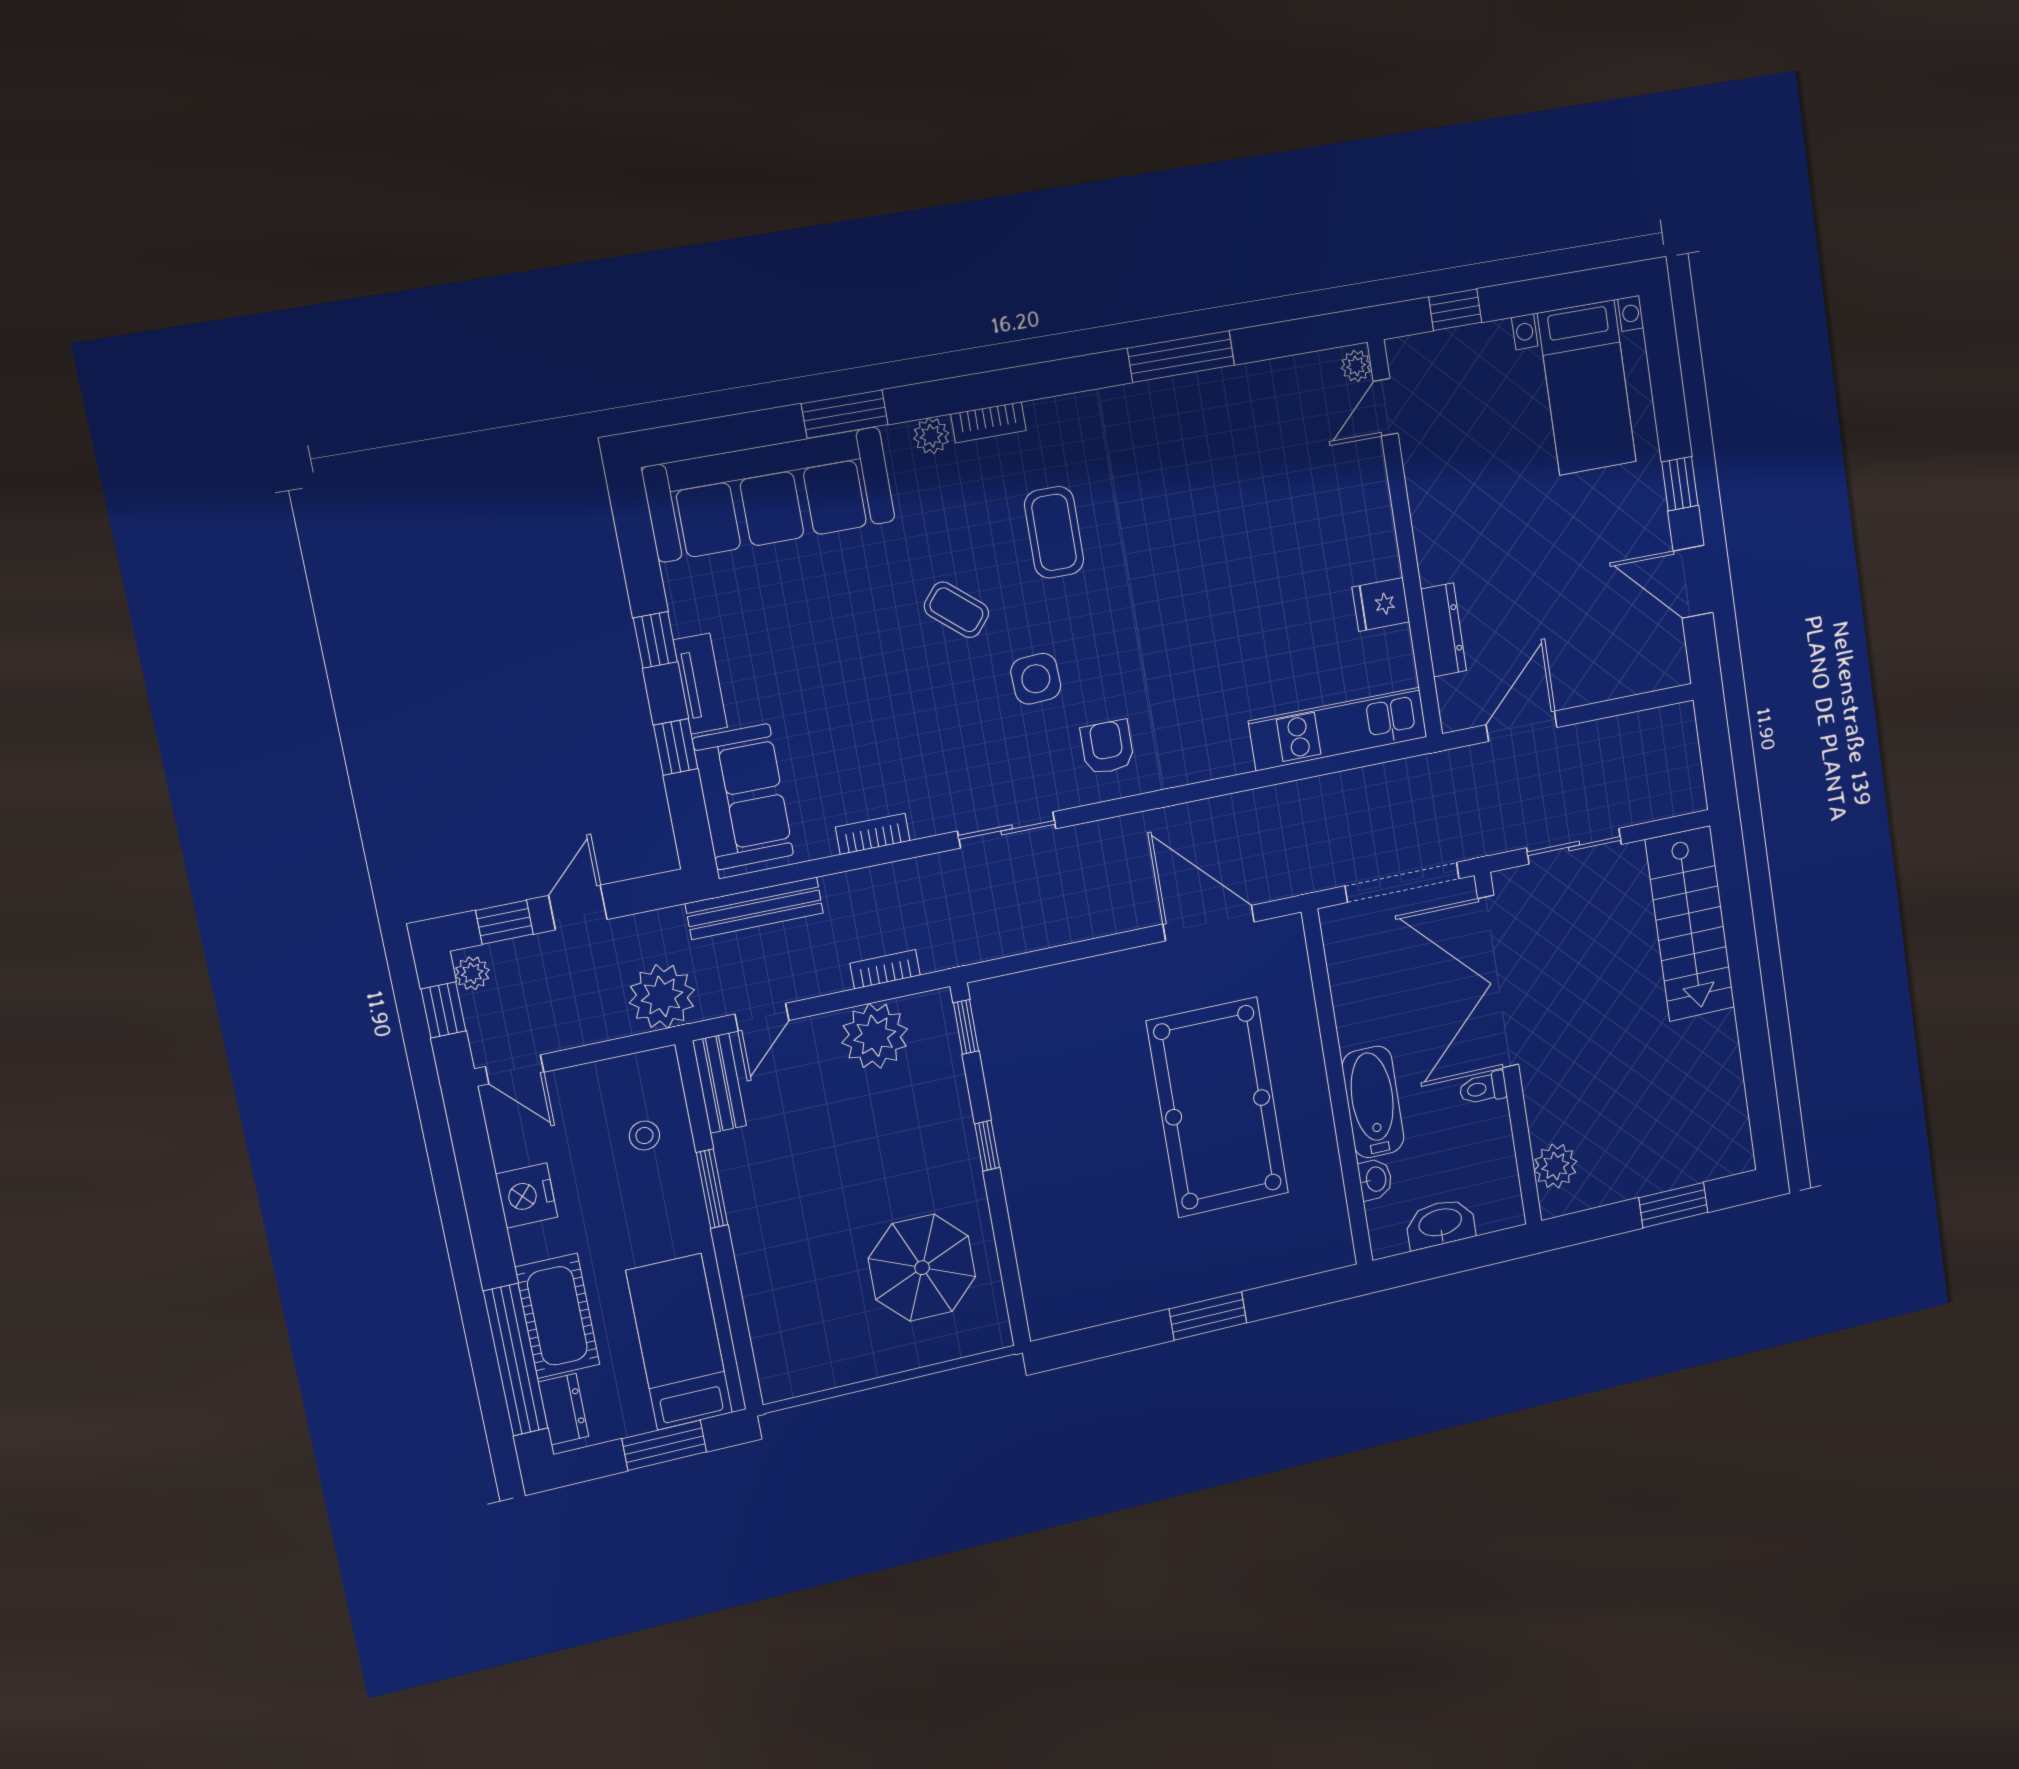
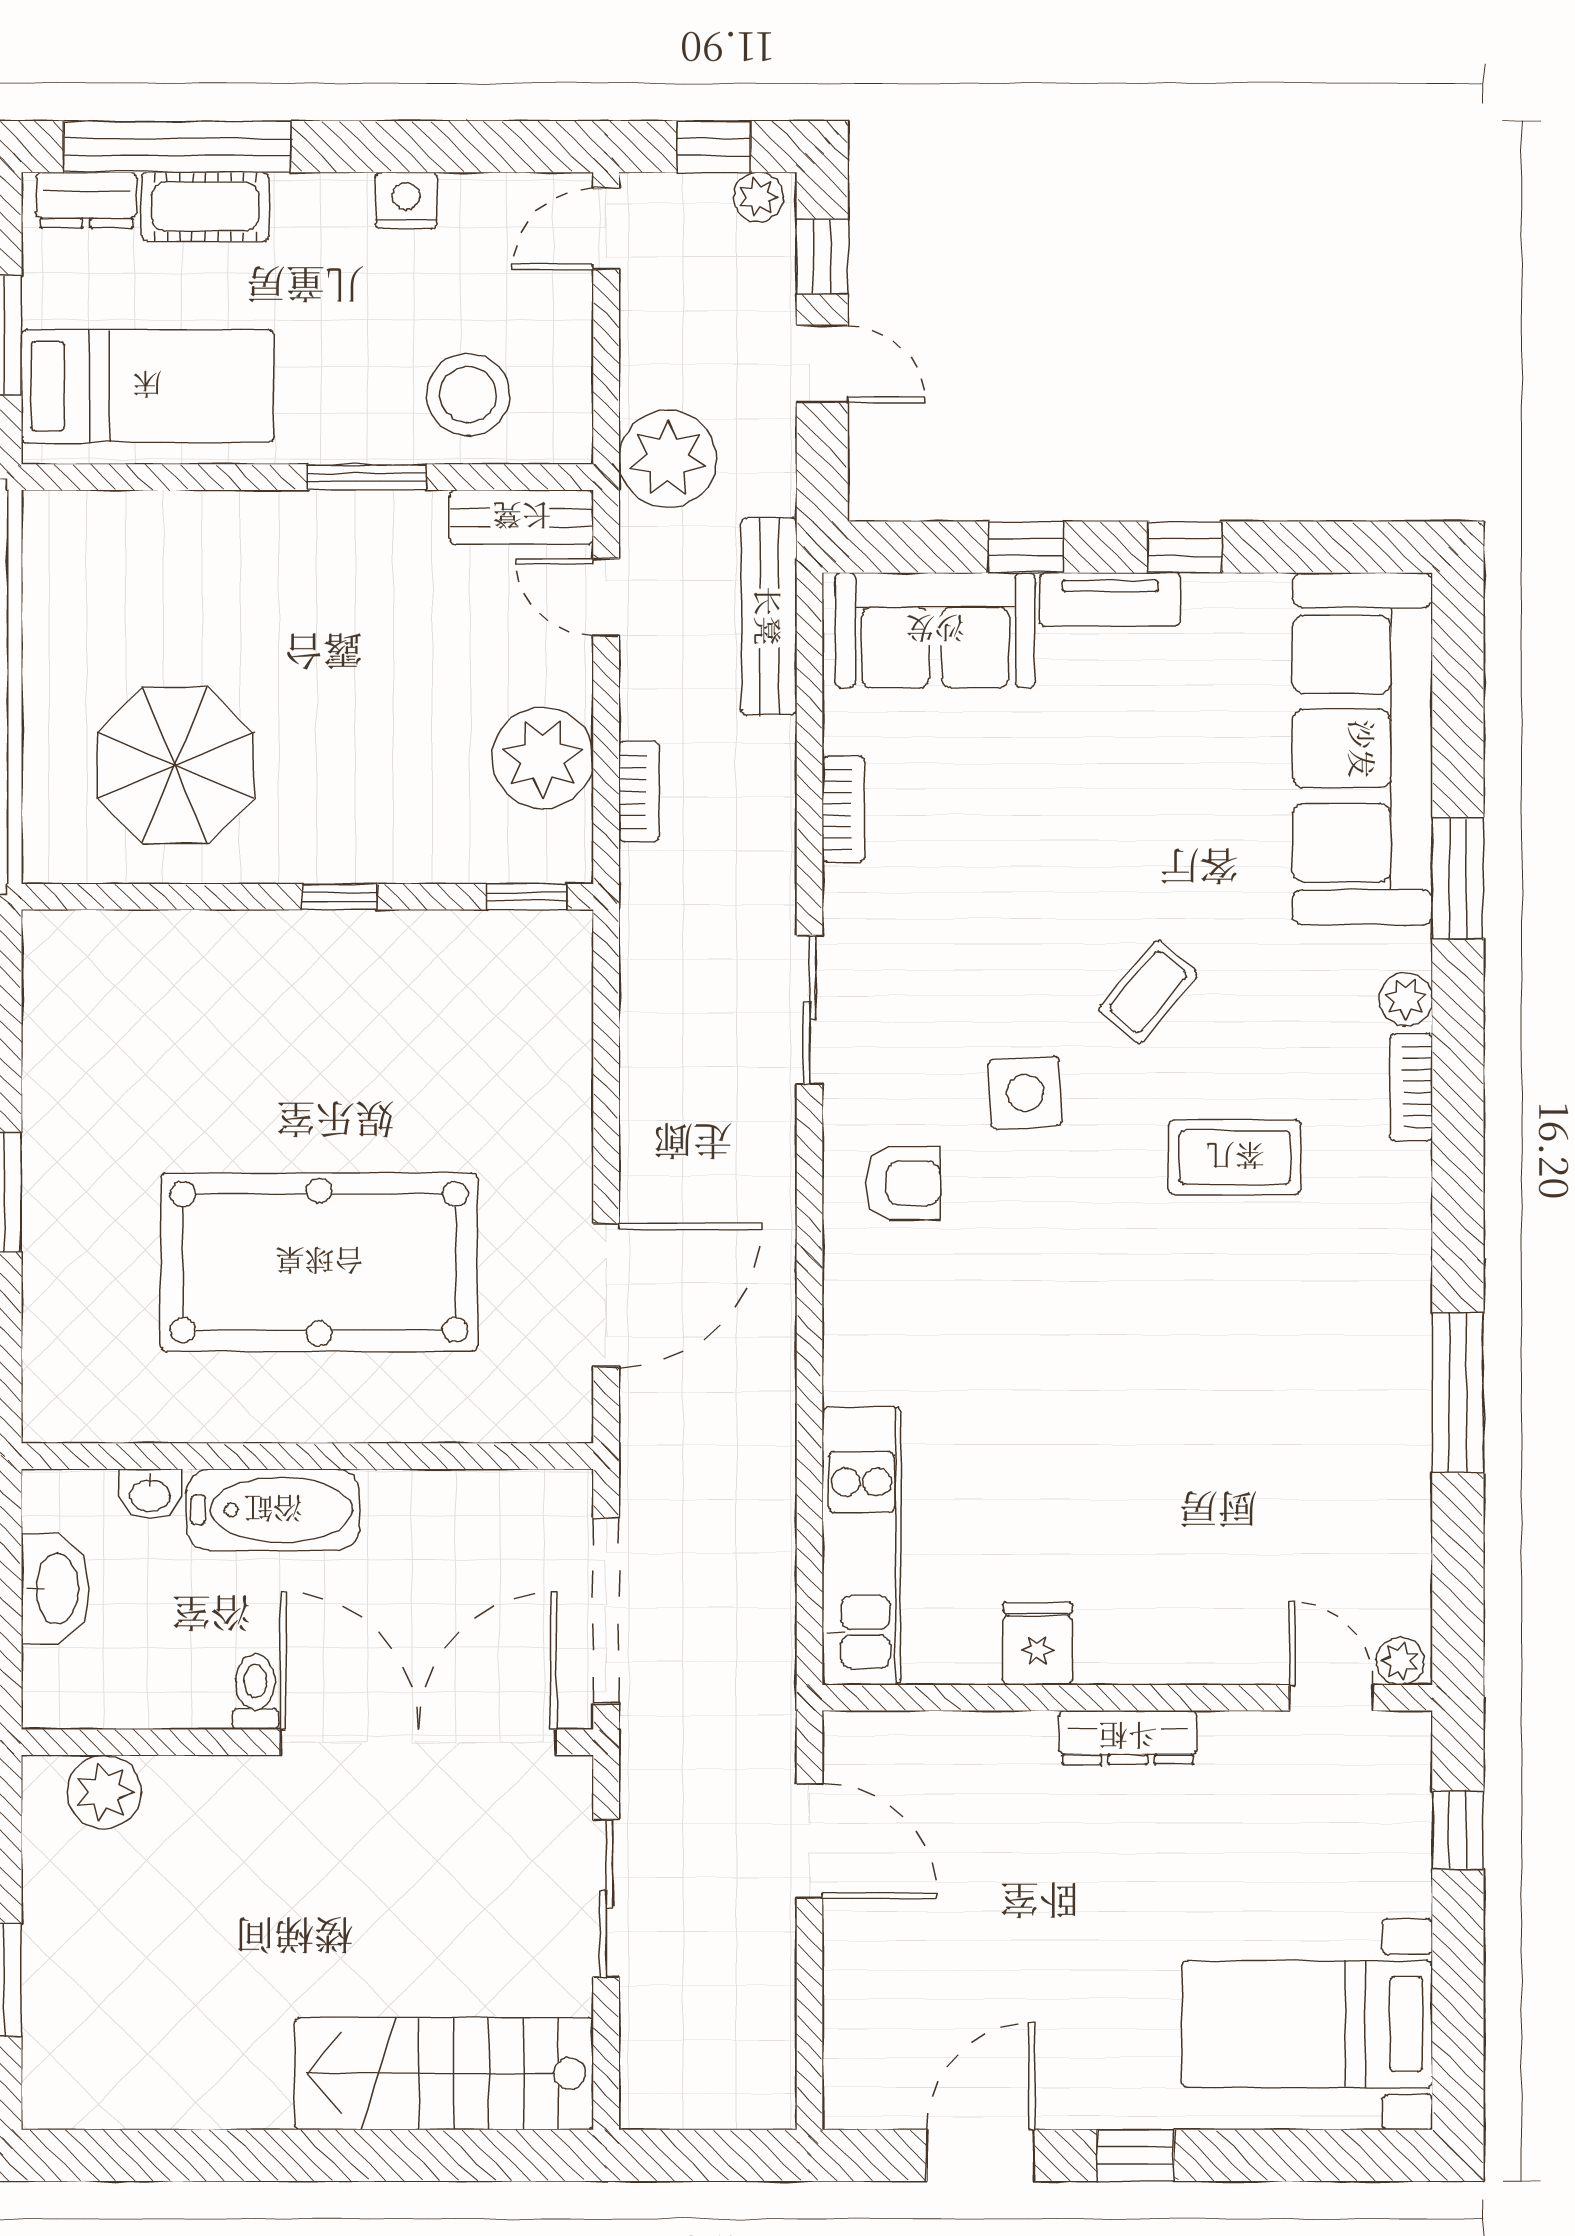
dresser: (1444, 630) -> (1128, 1737), moved
stool: (644, 1136) -> (468, 395), width x1.89, depth x1.89
nightstand: (527, 1196) -> (406, 200), width x0.74, depth x0.75
cot: (557, 1316) -> (205, 207), width x0.73, depth x0.75

